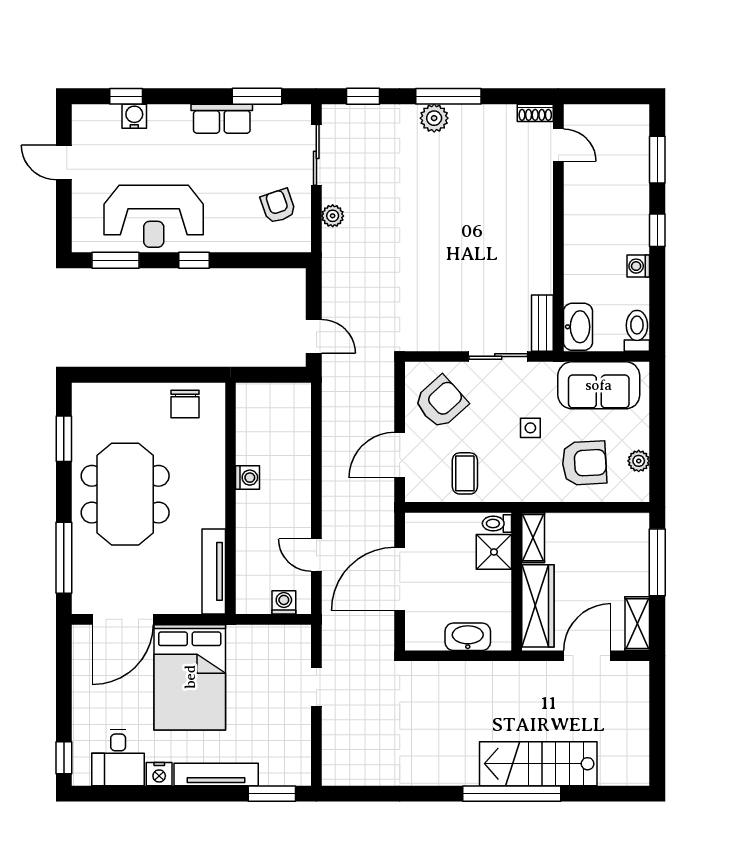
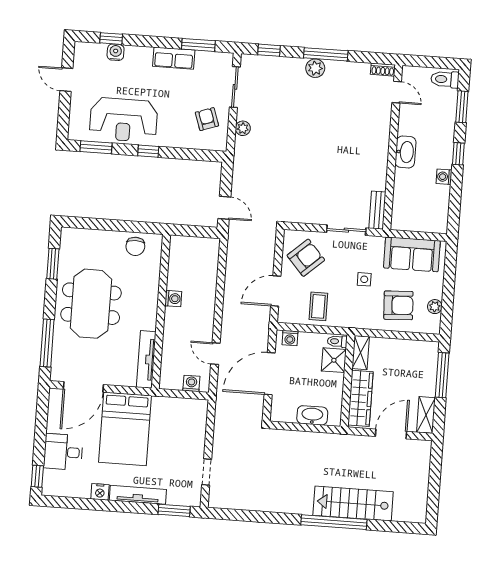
washbasin: (578, 327) -> (405, 152), moved
toilet: (637, 331) -> (445, 79), moved, turned -90
washing machine: (426, 524) -> (290, 338), added
doorway: (316, 687) -> (207, 472), moved
desk: (118, 758) -> (63, 452), moved, turned 90

